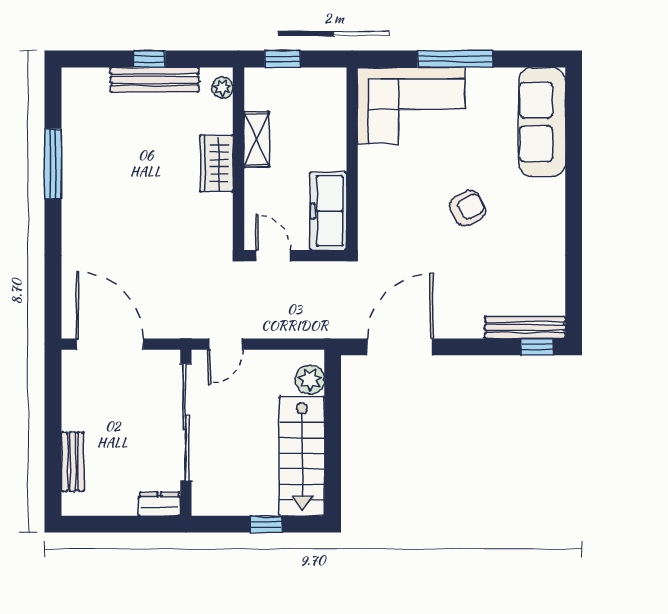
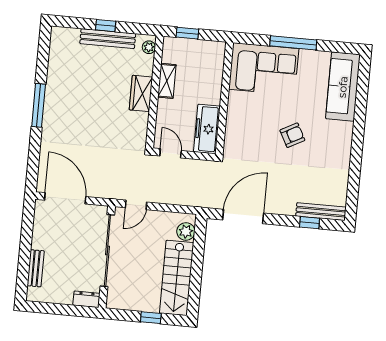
window: (53, 164) -> (39, 105), moved
window: (537, 347) -> (310, 223), moved

